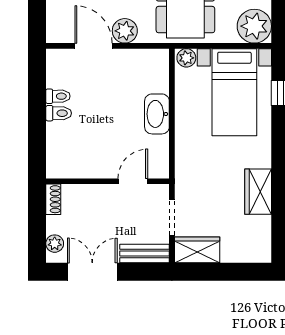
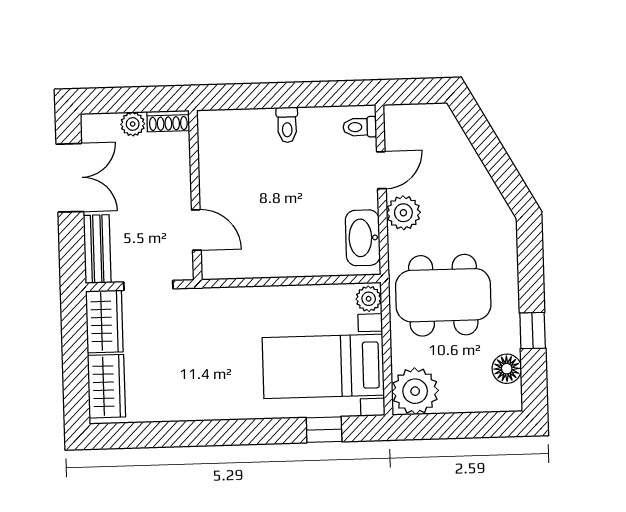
door: (94, 46) -> (381, 170), width x0.73
toilet: (58, 96) -> (360, 127), moved, turned 90
washbasin: (157, 114) -> (363, 238), moved, turned -90
wardrobe: (258, 192) -> (106, 386), moved, turned 90
plant: (55, 244) -> (133, 124), moved

